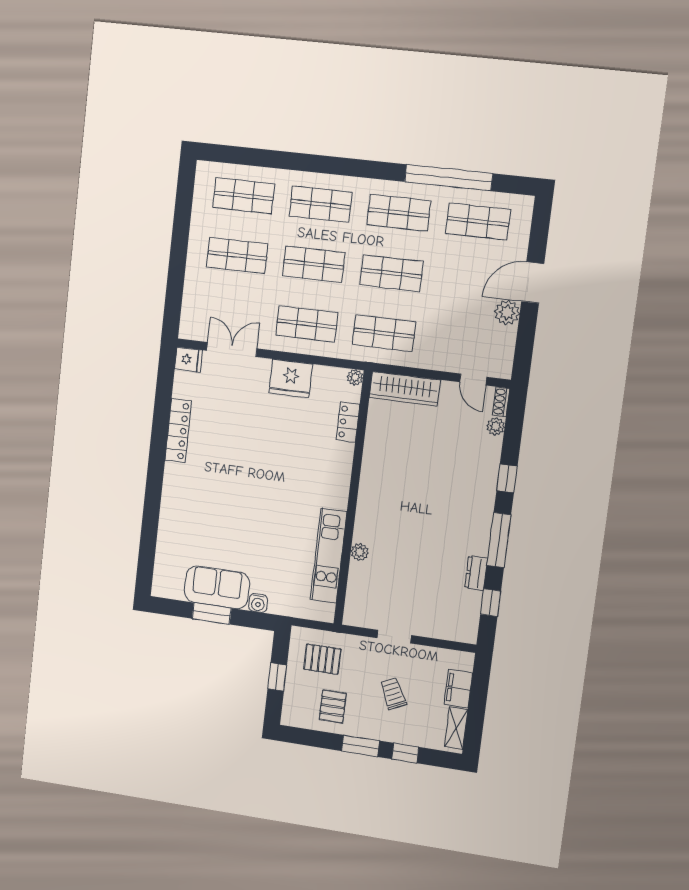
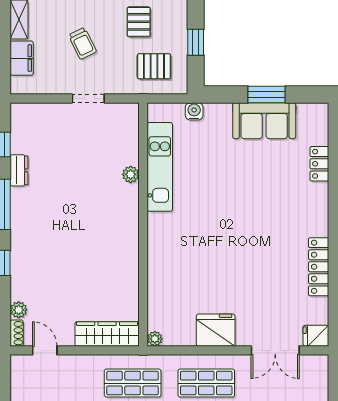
locker: (348, 422) -> (319, 164), moved, turned 180
water cooler: (258, 603) -> (194, 111), moved

